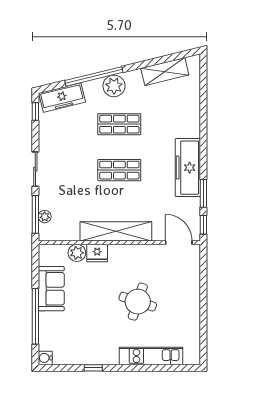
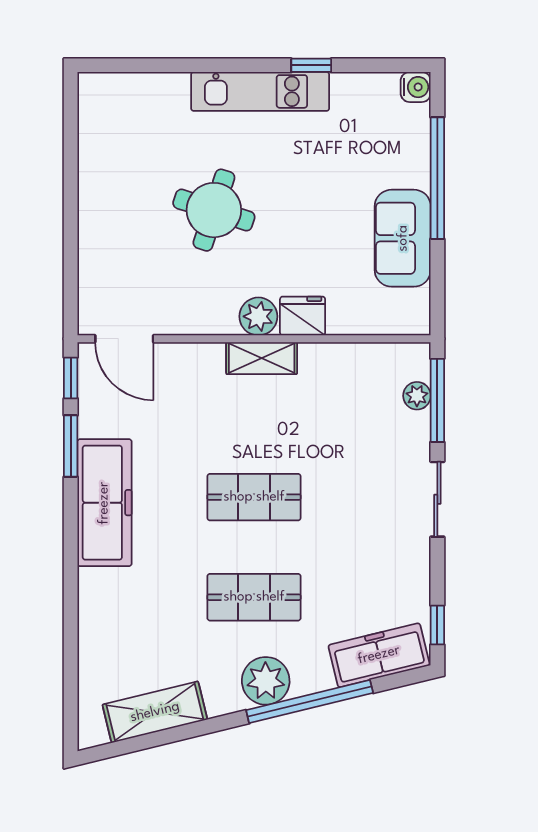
shelving: (116, 231) -> (262, 358), width x0.45, depth x0.75
plant: (77, 253) -> (258, 316), moved
kitchen unit: (151, 356) -> (260, 91), moved

